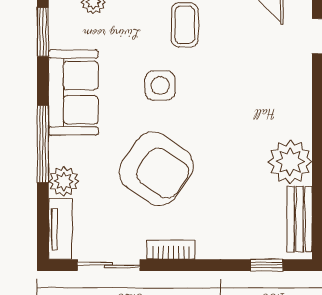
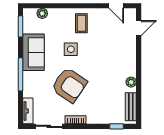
plant: (290, 162) -> (131, 82), width x0.53, depth x0.53
plant: (64, 181) -> (29, 90), removed

